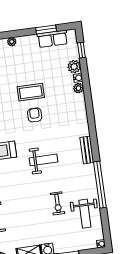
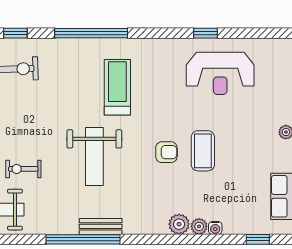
plant: (74, 67) -> (179, 224), moved
weight bench: (44, 160) -> (94, 156), width x1.36, depth x1.33
window: (100, 185) -> (83, 239), moved

